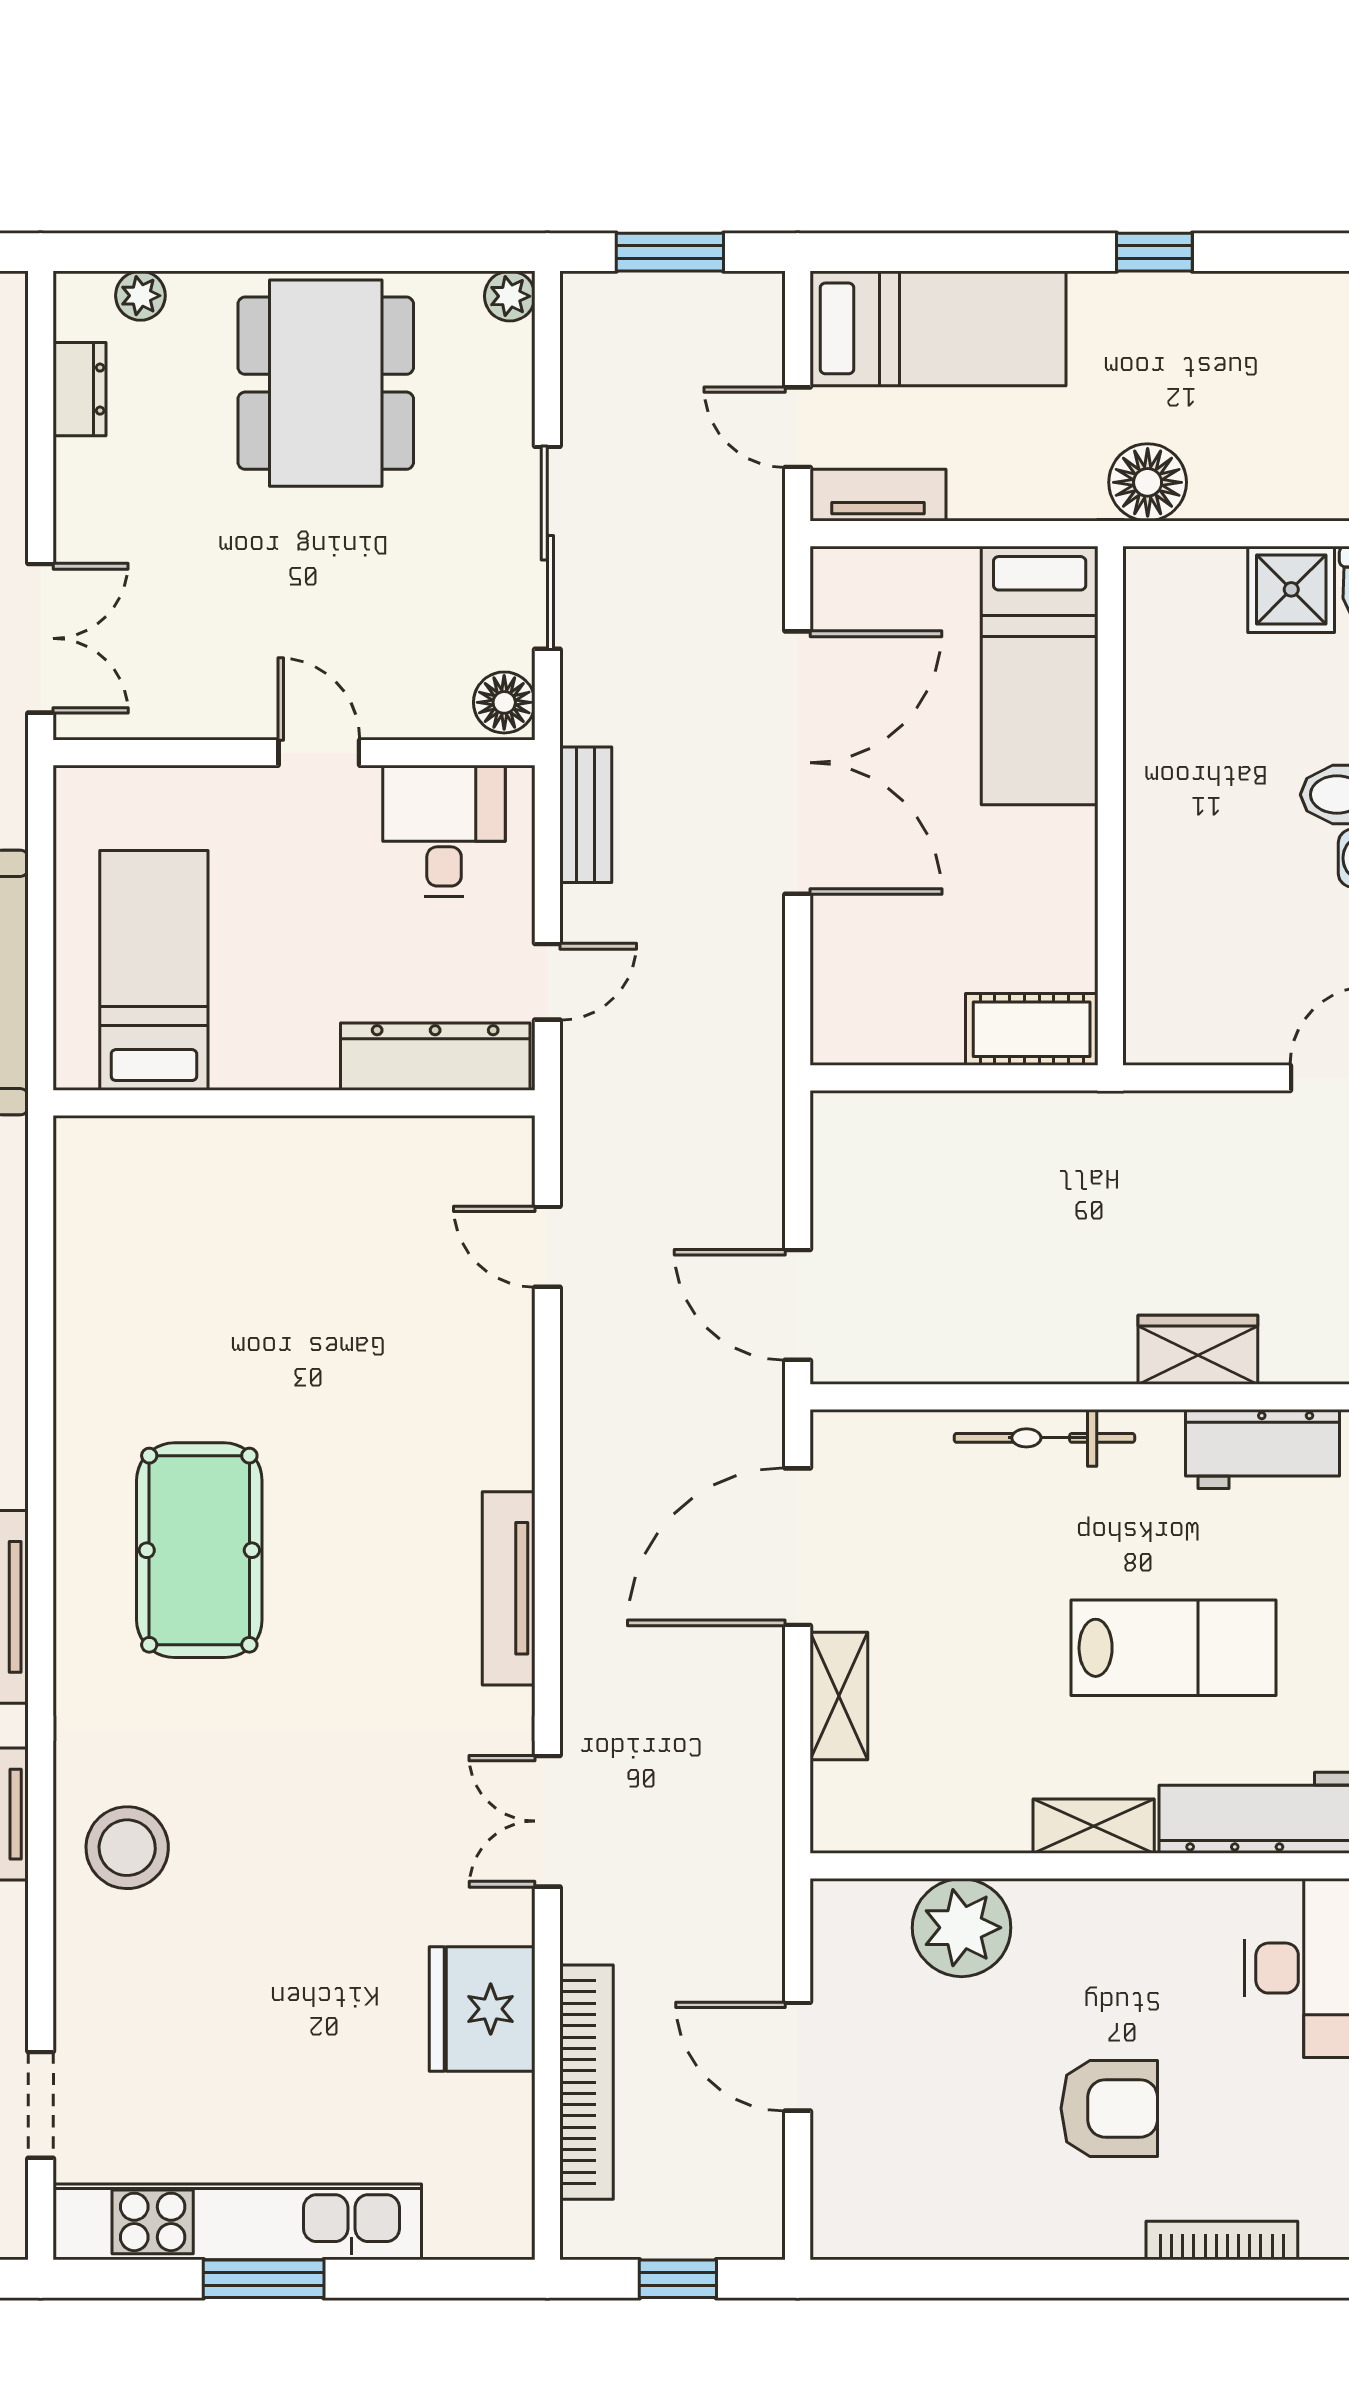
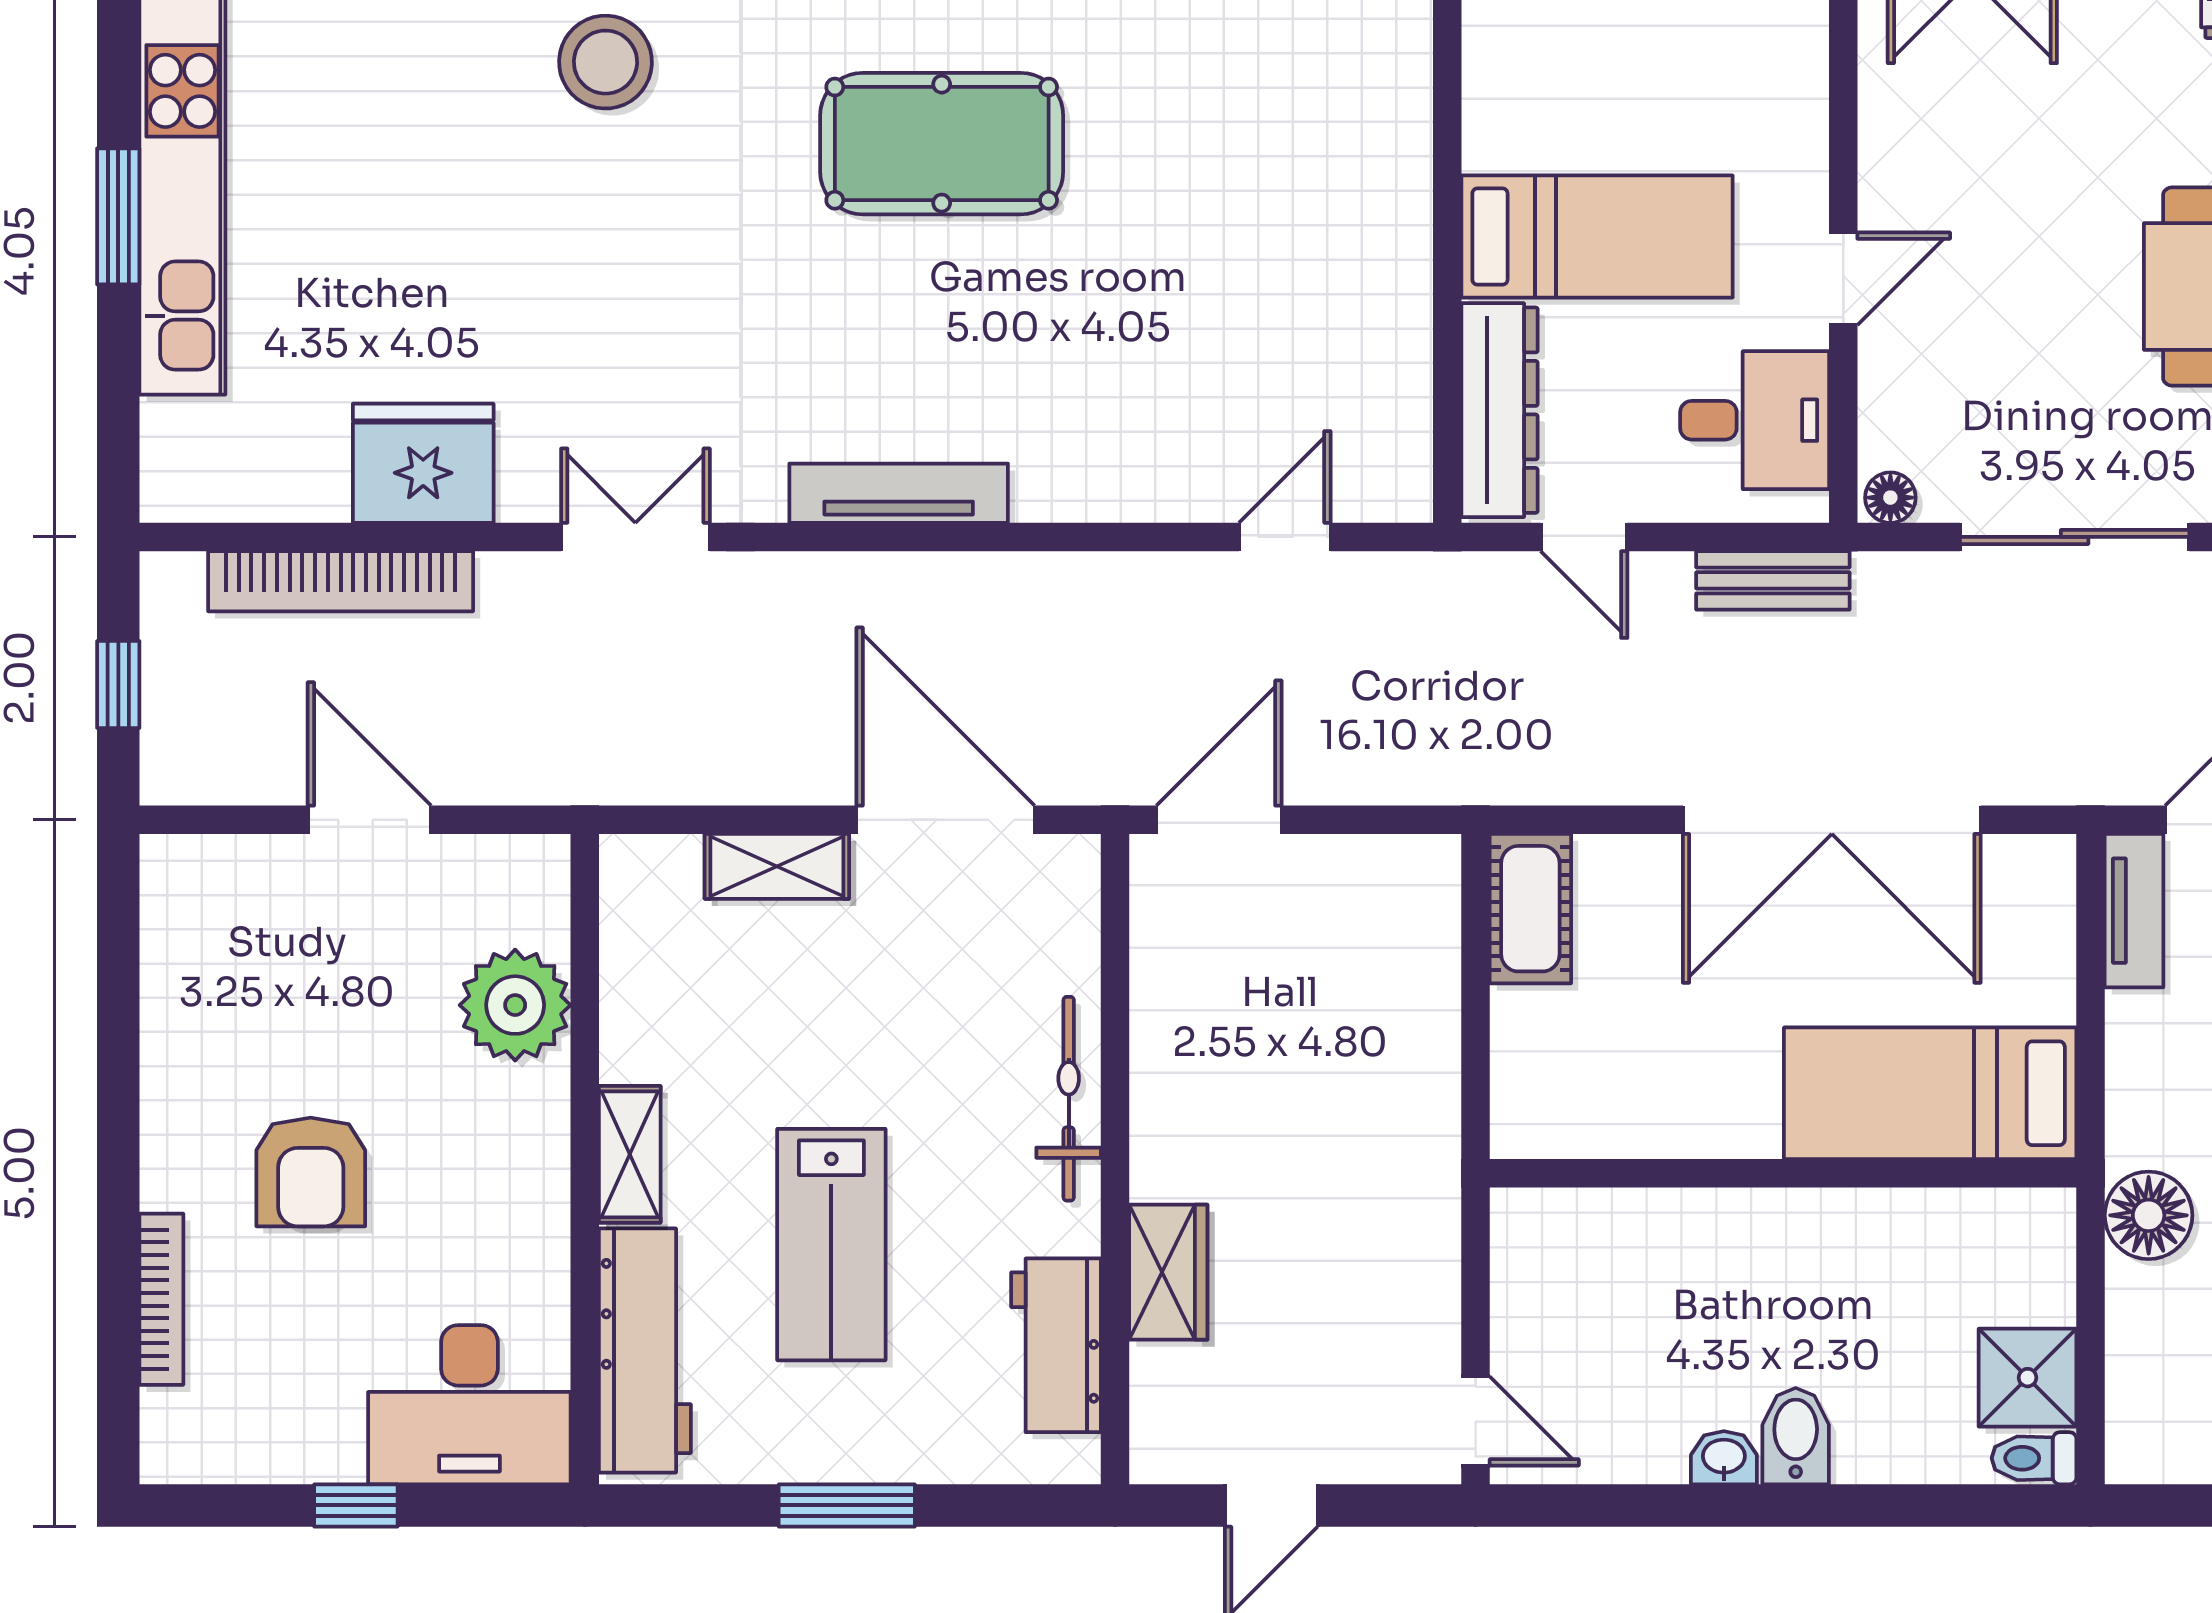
floor lamp: (504, 702) -> (1890, 498), width x0.73, depth x0.73
bed: (154, 970) -> (1597, 237), moved
cot: (1032, 1029) -> (1530, 909), moved
door: (798, 2057) -> (369, 820), hinge flipped

